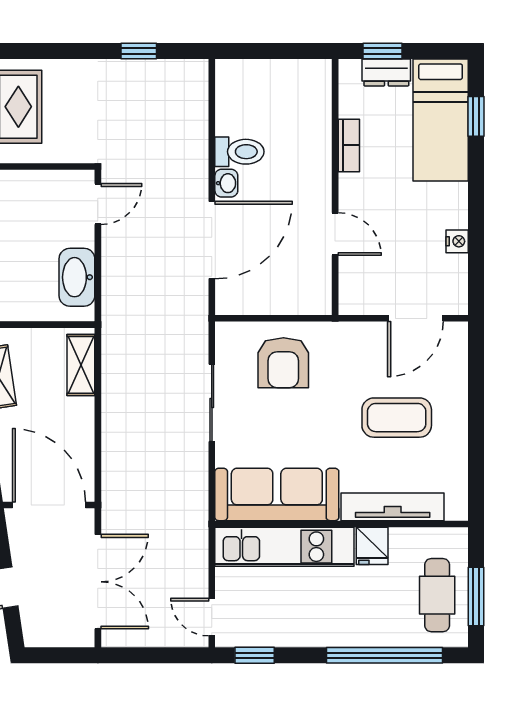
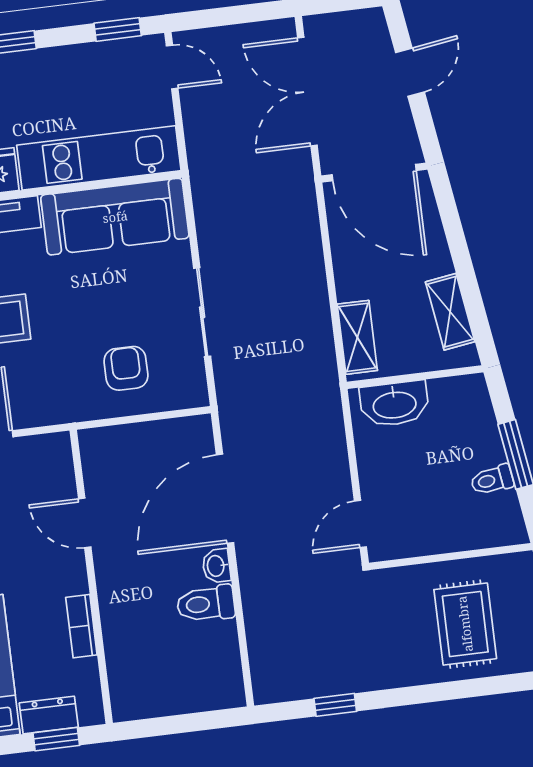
washbasin: (77, 277) -> (394, 404), moved, turned 90
armchair: (283, 363) -> (126, 368), width x0.72, depth x0.72

